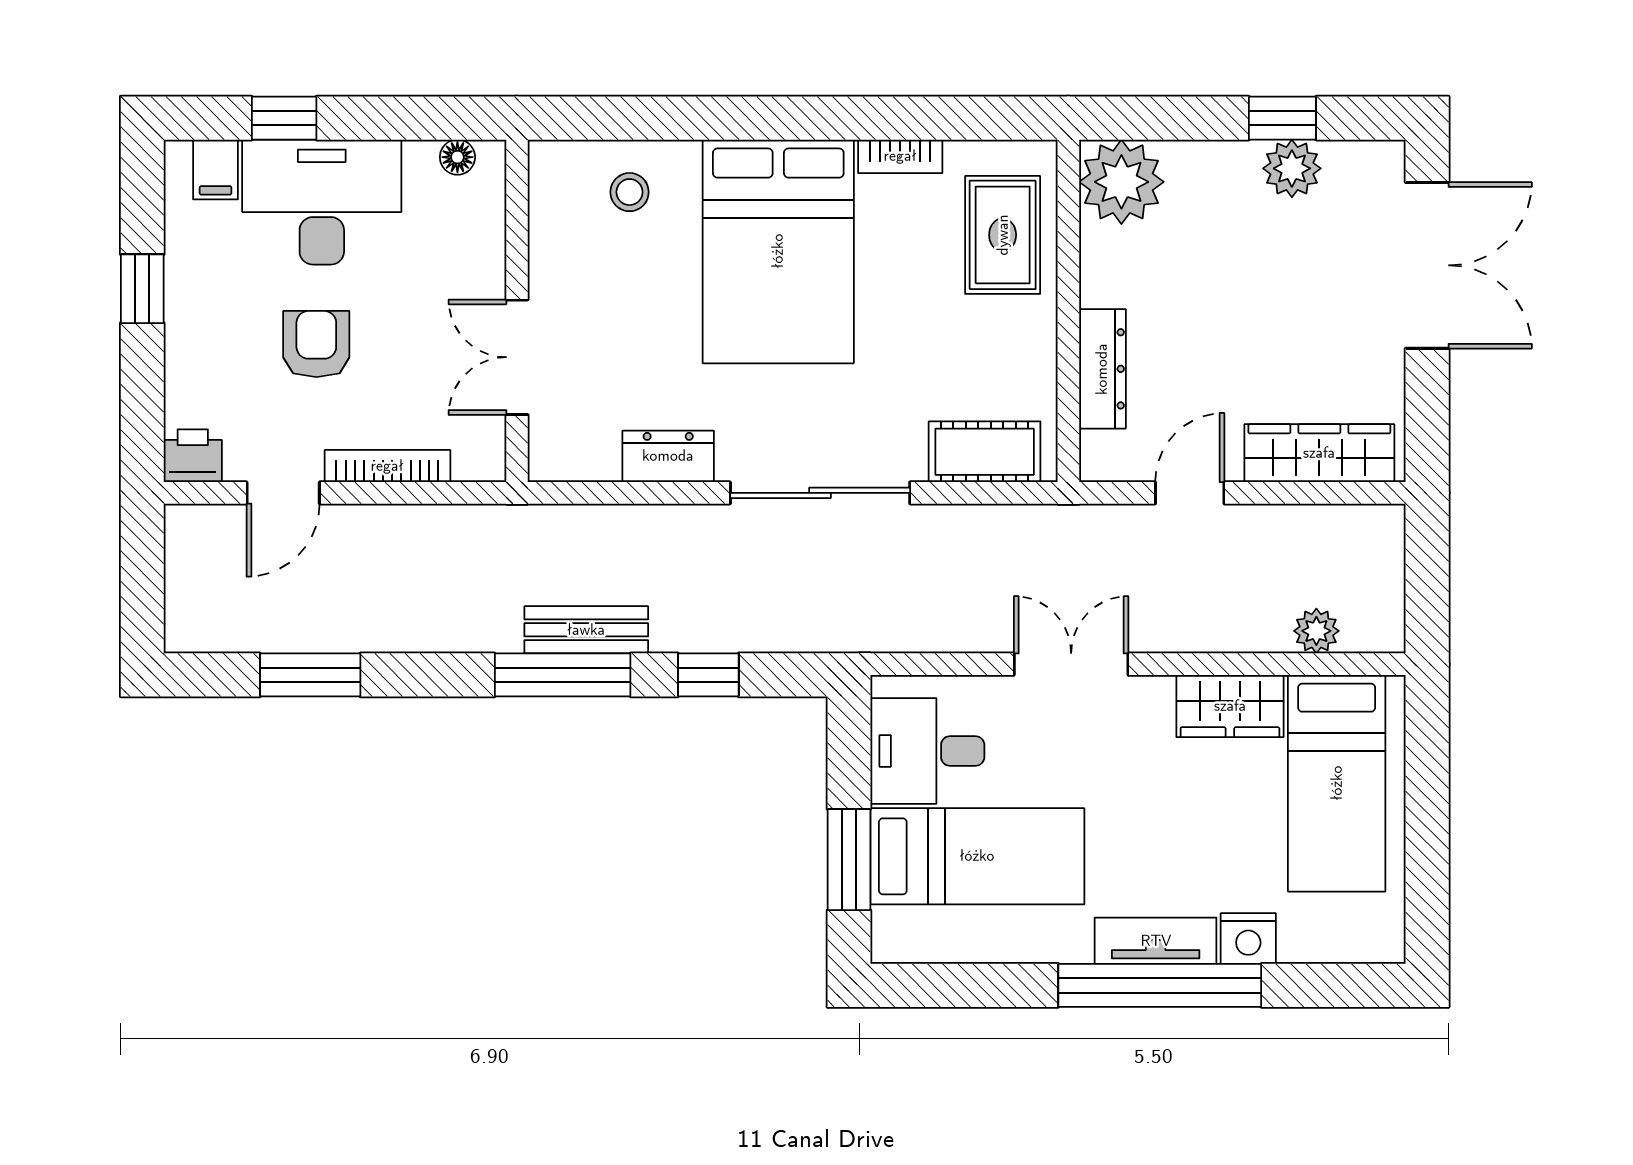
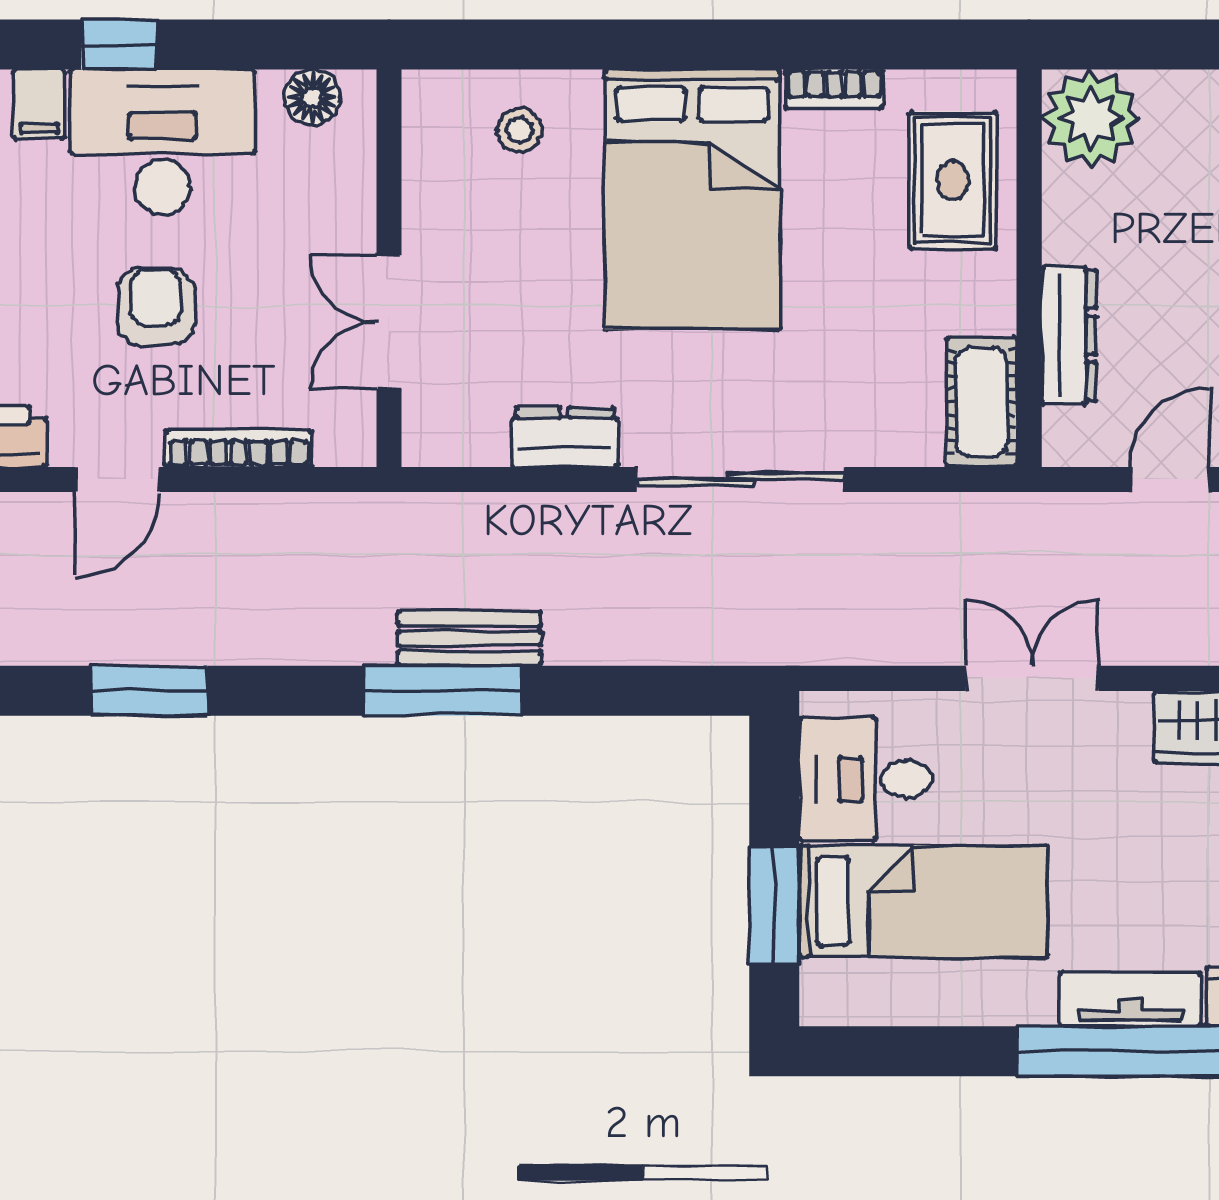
floor lamp: (457, 157) -> (312, 97), width x1.37, depth x1.37
cot: (985, 452) -> (981, 402), moved, turned 90
window: (708, 675) -> (611, 691), removed

